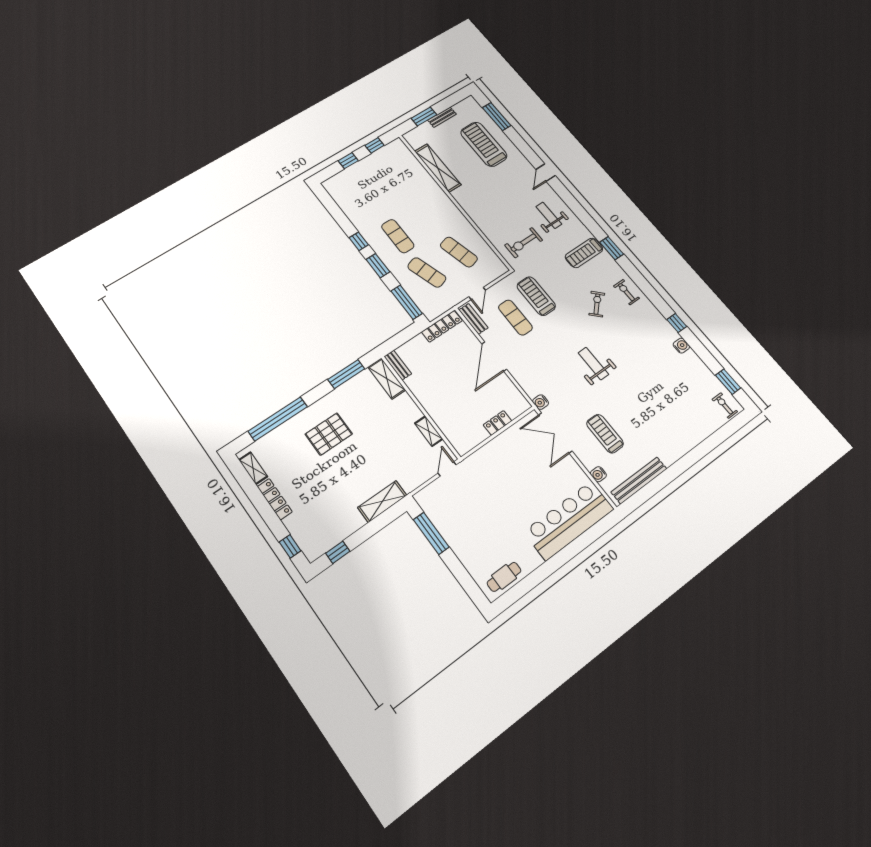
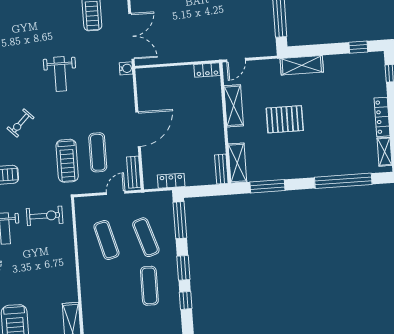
locker: (442, 326) -> (171, 181), width x0.66
locker: (497, 423) -> (207, 70), moved
shelving: (429, 431) -> (234, 106), width x1.50, depth x1.33
pallet: (329, 434) -> (285, 119), moved

